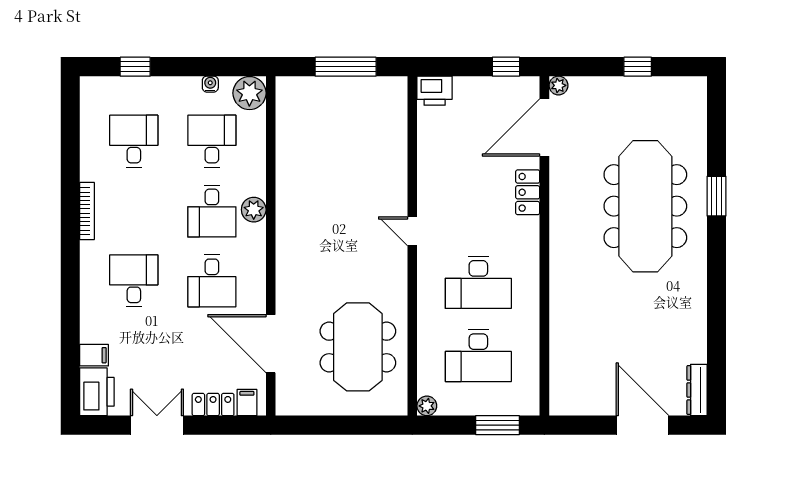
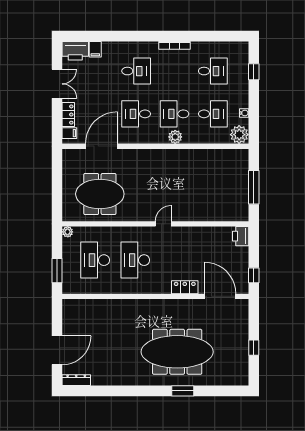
plant: (558, 85) -> (243, 304), removed

